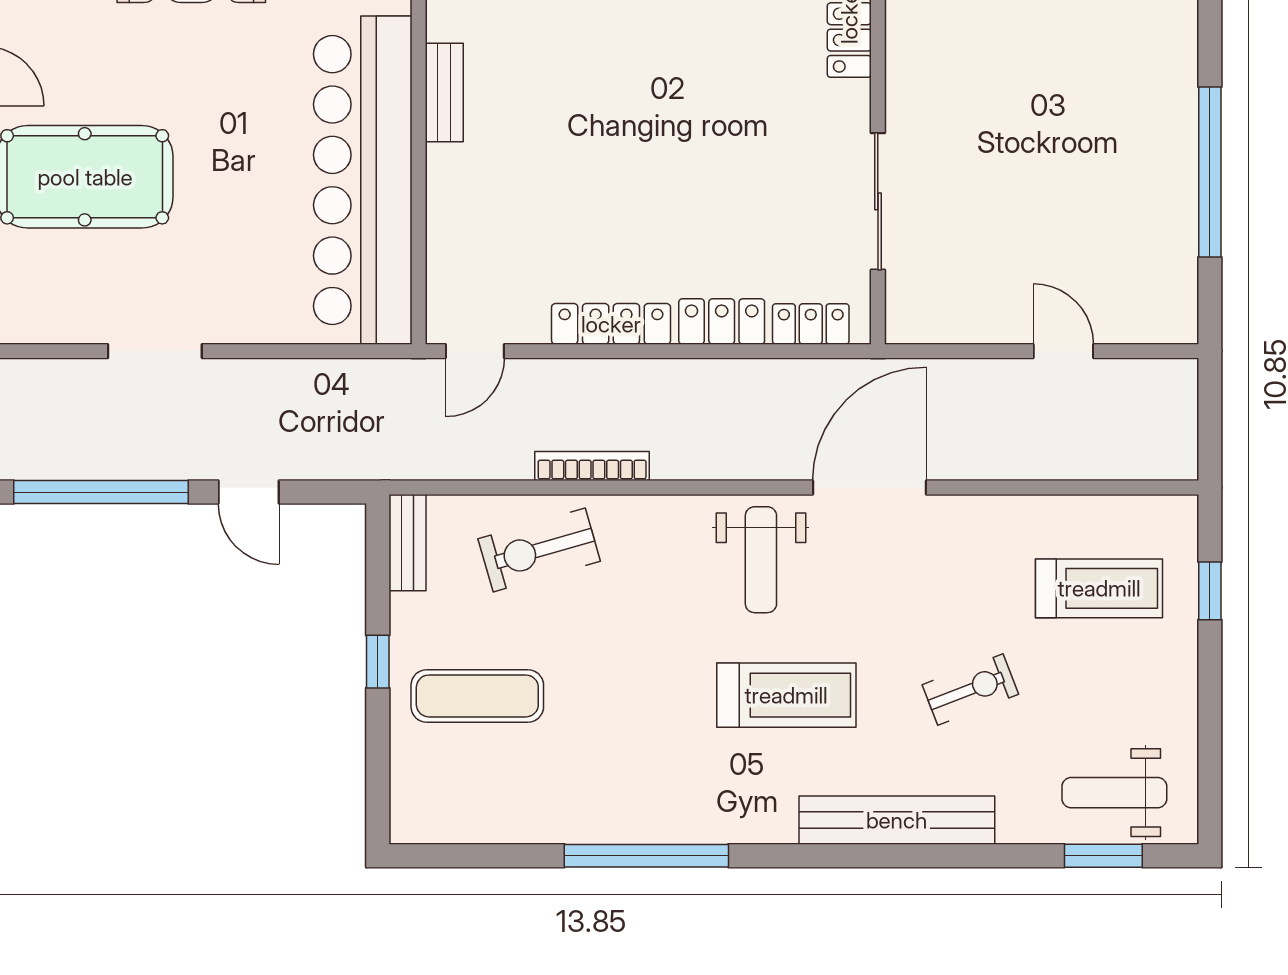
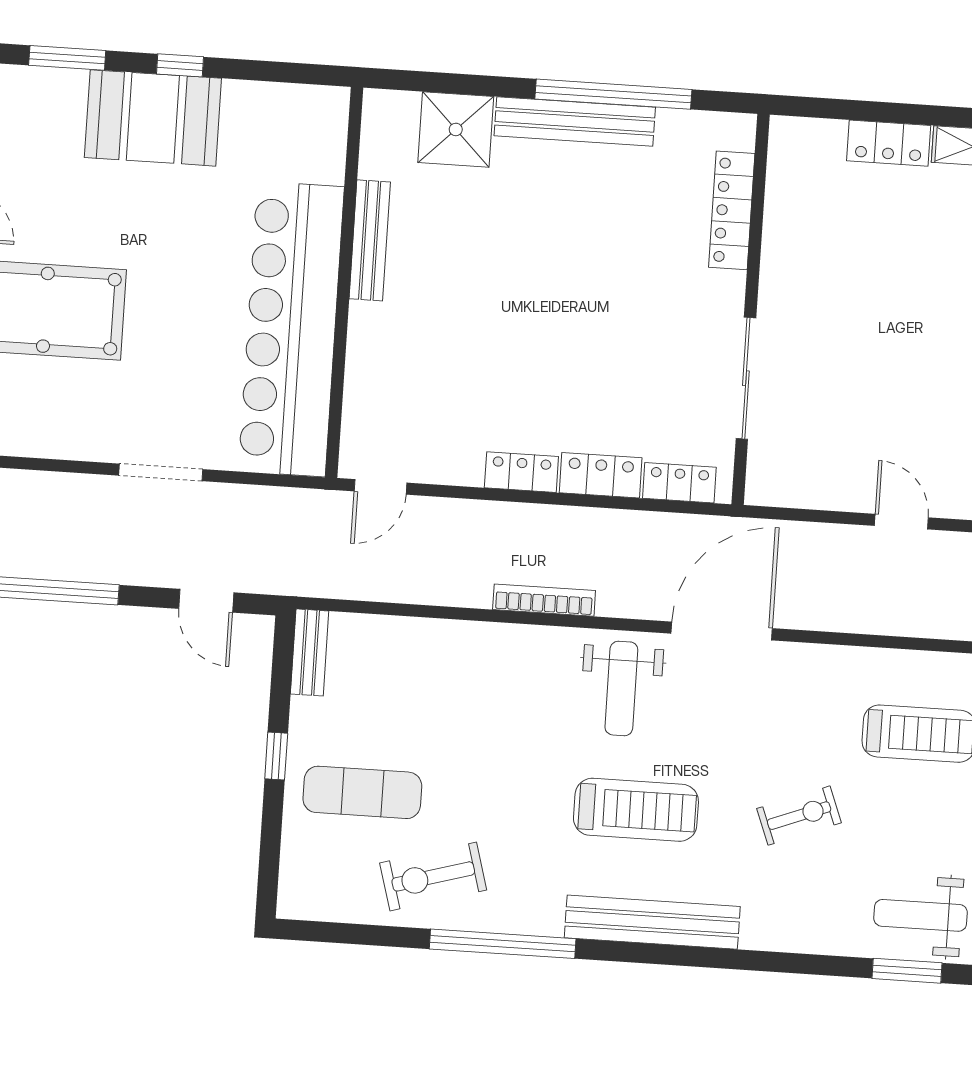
bench: (444, 92) -> (370, 240), width x1.36
locker: (611, 324) -> (521, 472), width x0.66
doorway: (155, 351) -> (161, 472), moved
bookcase: (592, 466) -> (544, 600), moved
door: (249, 492) -> (206, 601), moved
exercise bike: (539, 550) -> (433, 876), moved
bench: (897, 820) -> (652, 922), moved

